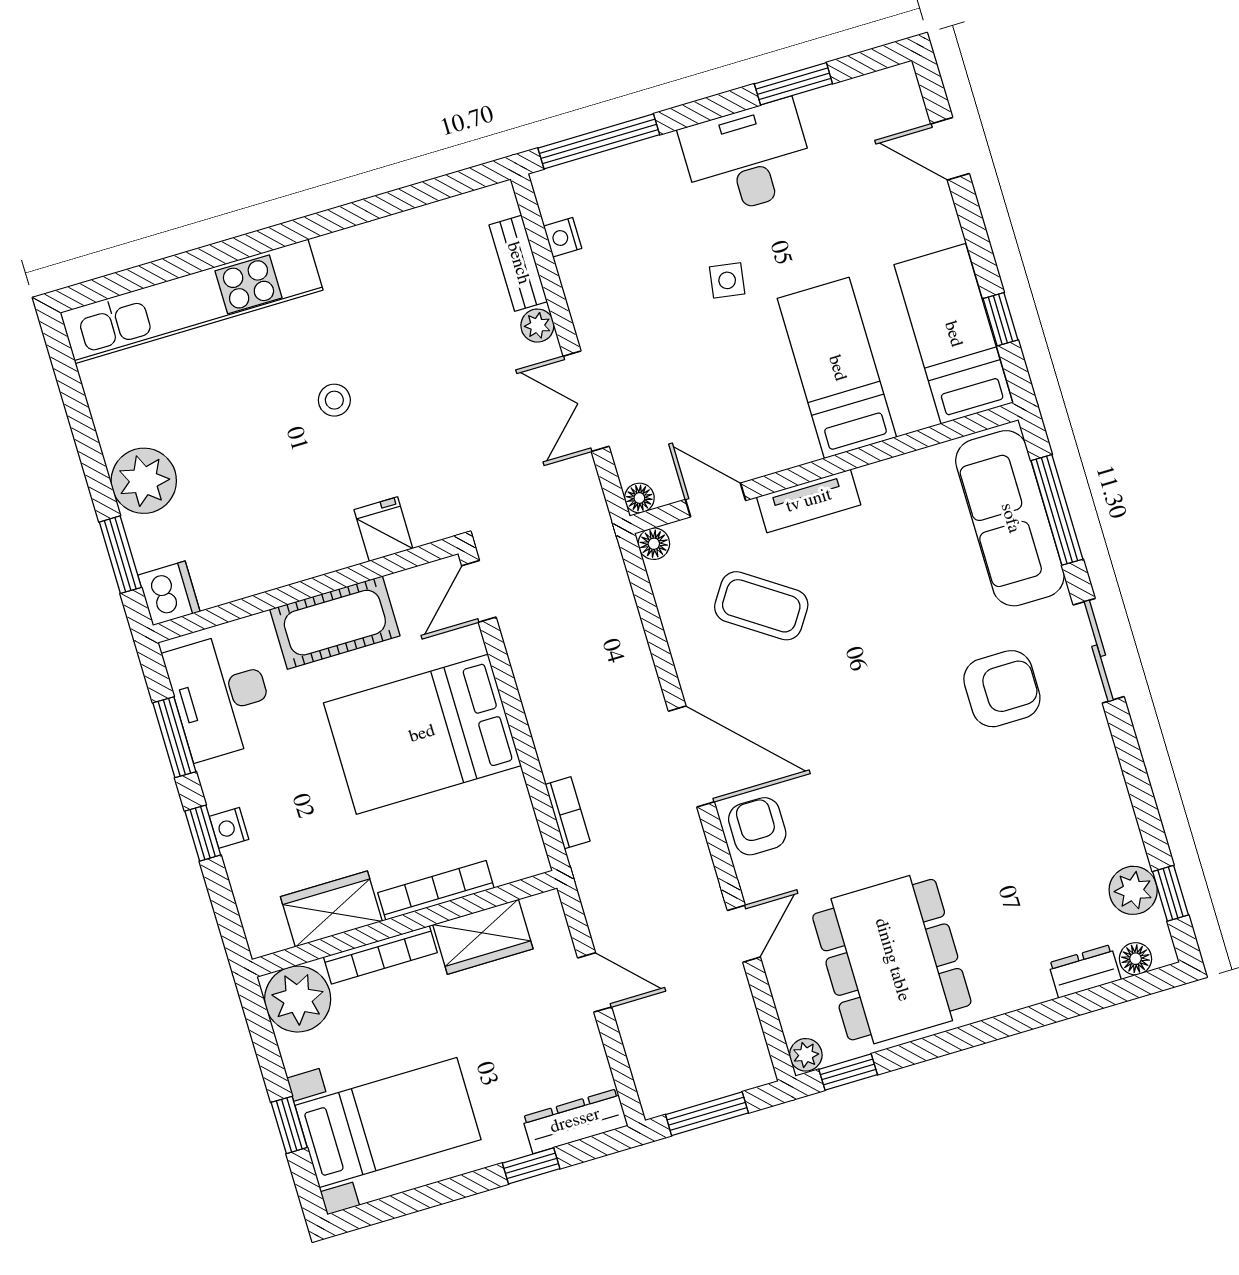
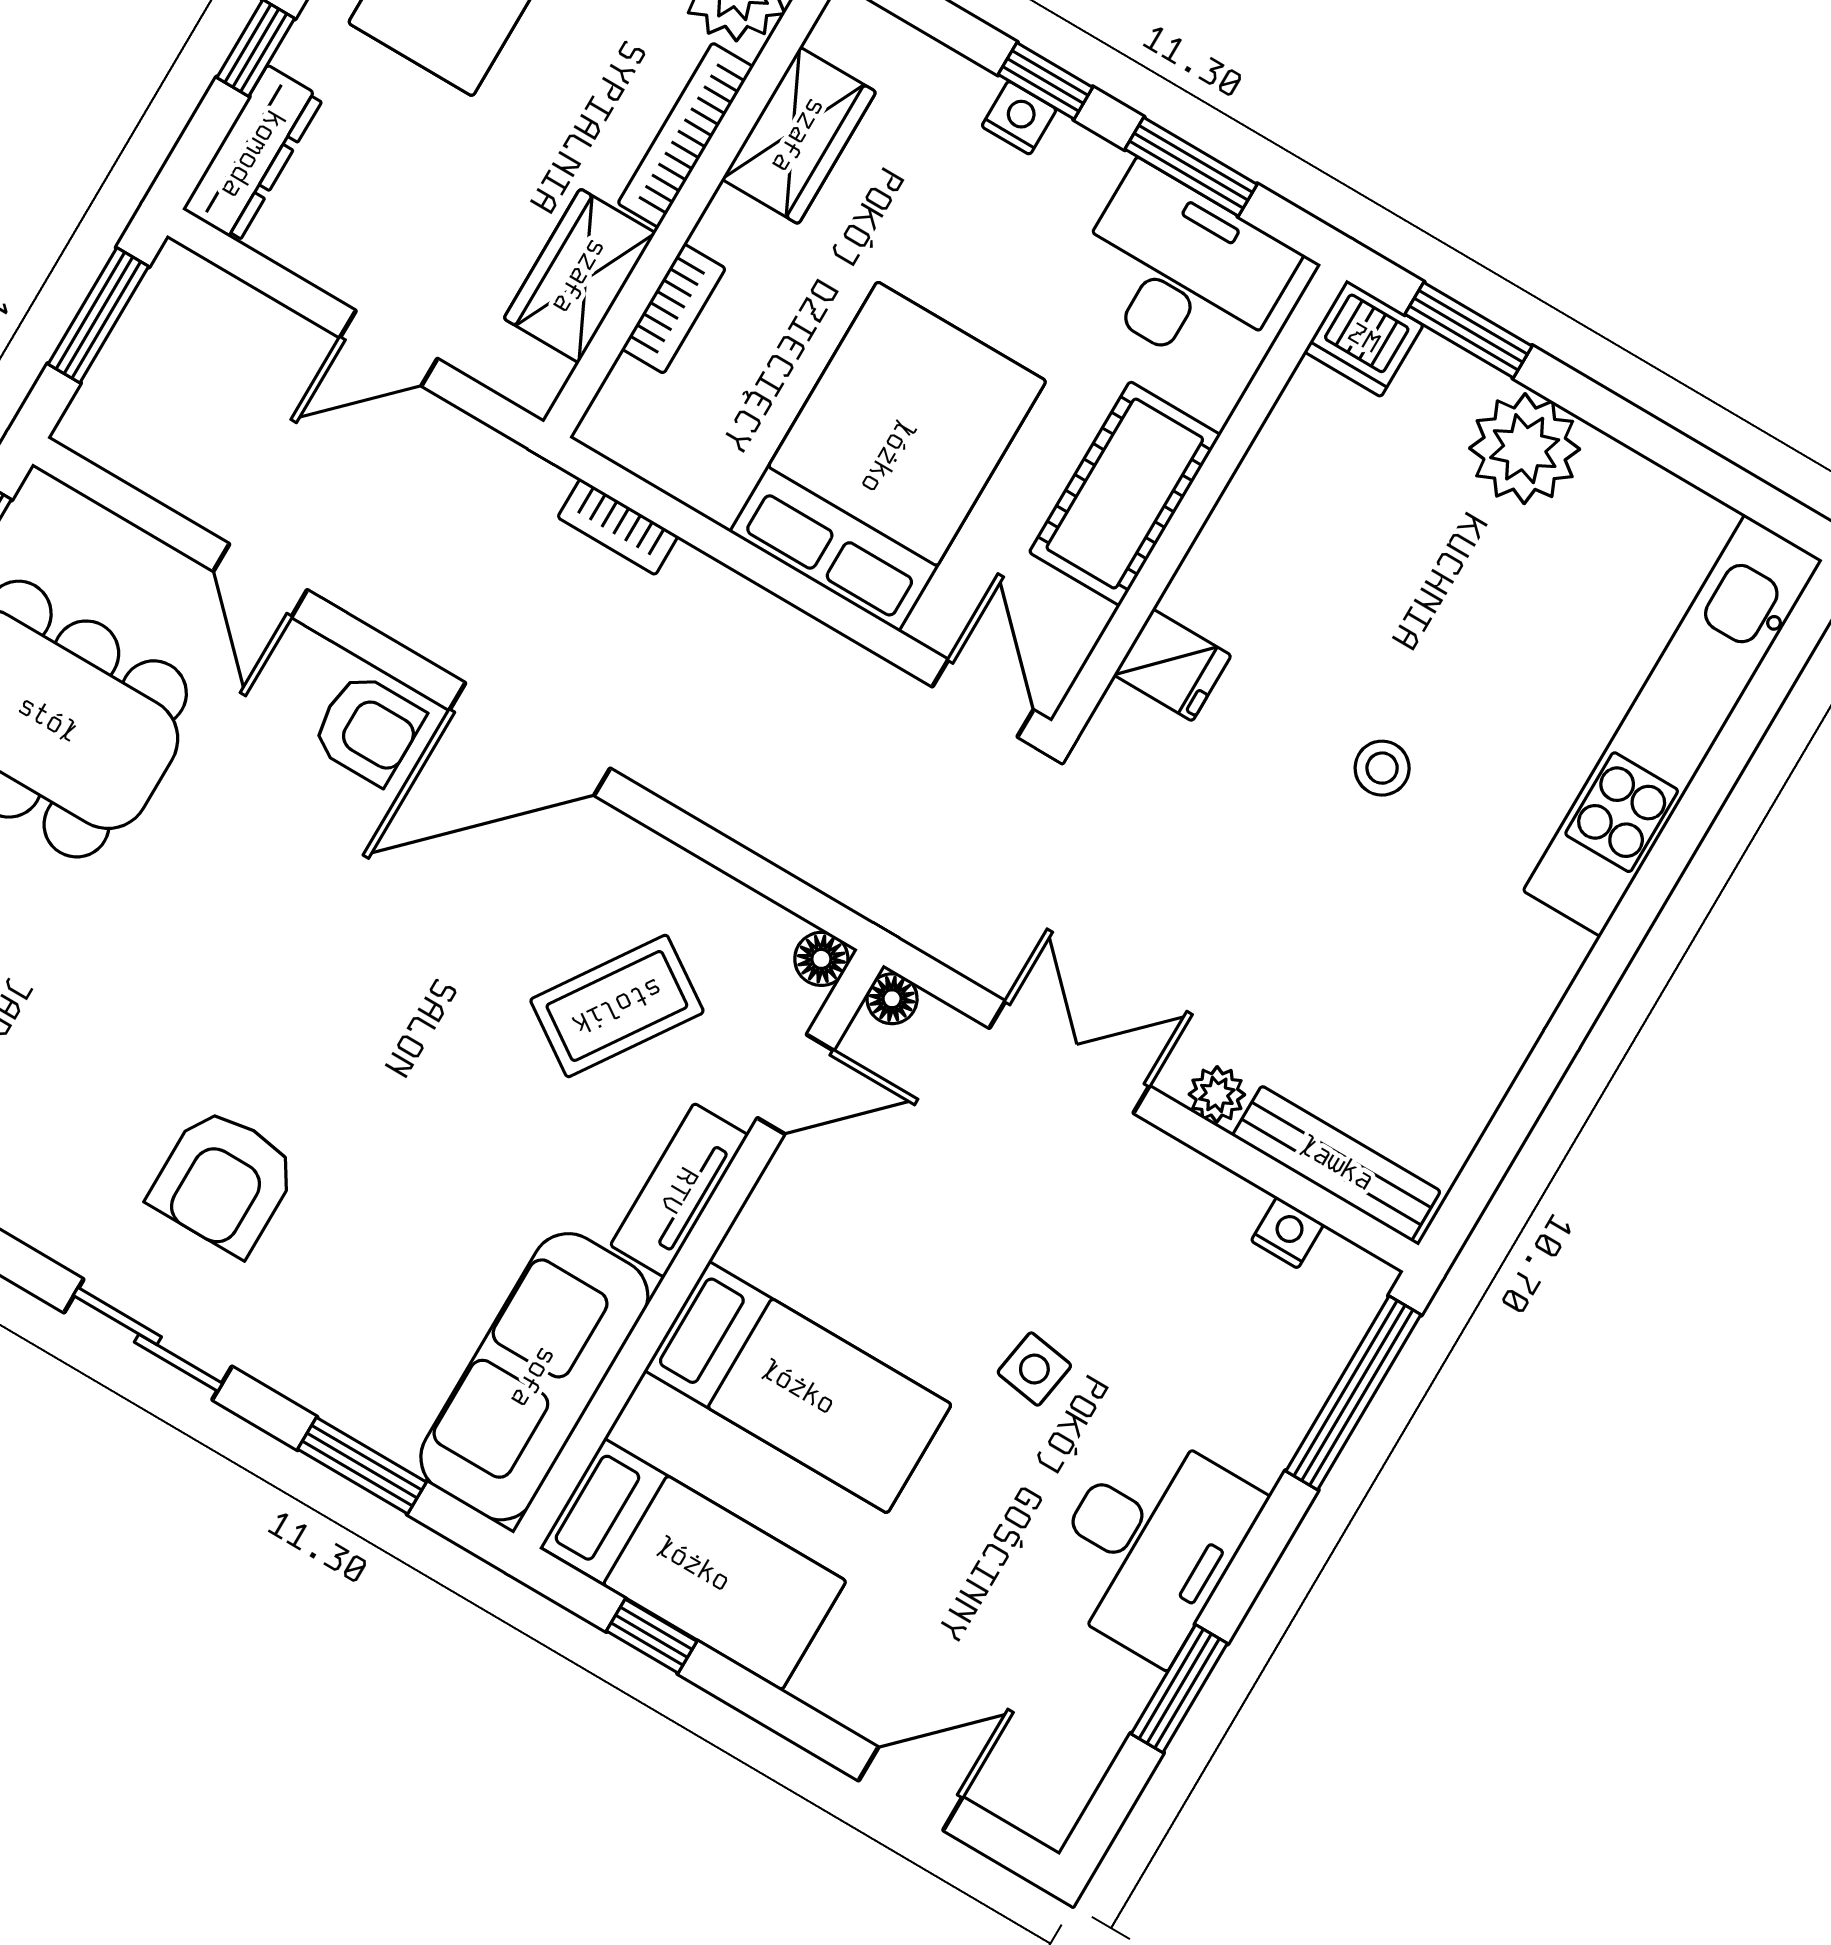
bench: (518, 263) -> (1336, 1163), width x1.36
window: (1057, 510) -> (362, 1466), width x0.69
sofa: (1010, 518) -> (534, 1377), moved, turned -90
bookcase: (436, 890) -> (674, 309), width x0.64
plant: (806, 1055) -> (44, 502), removed

